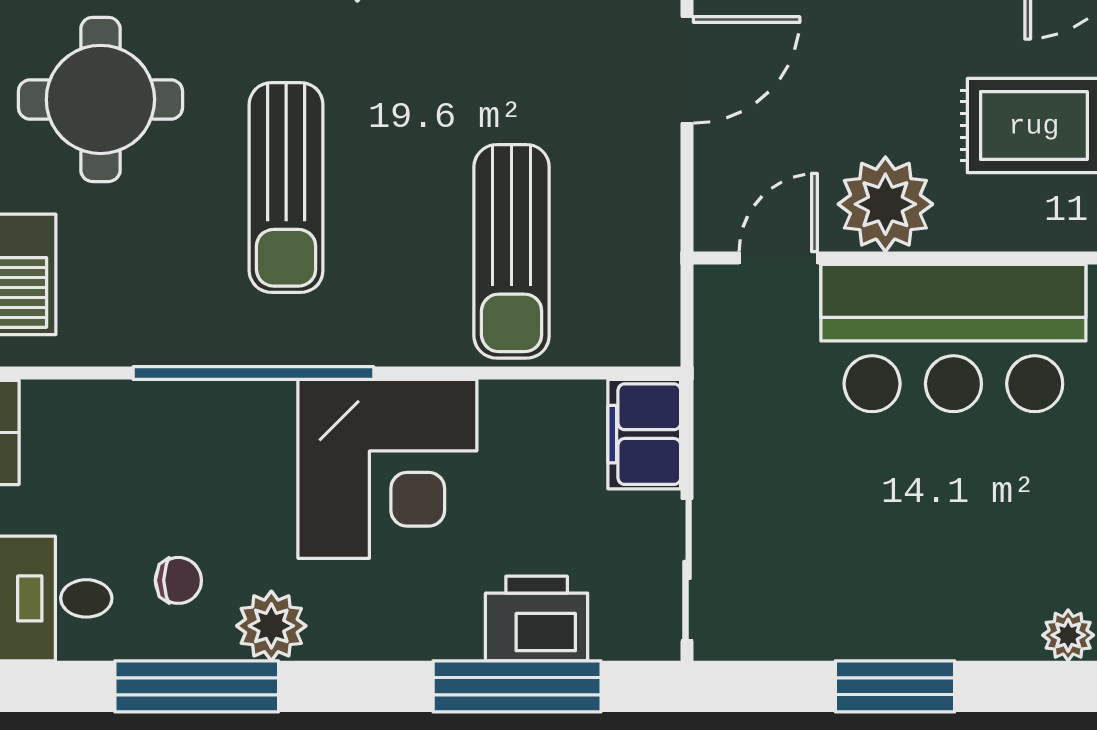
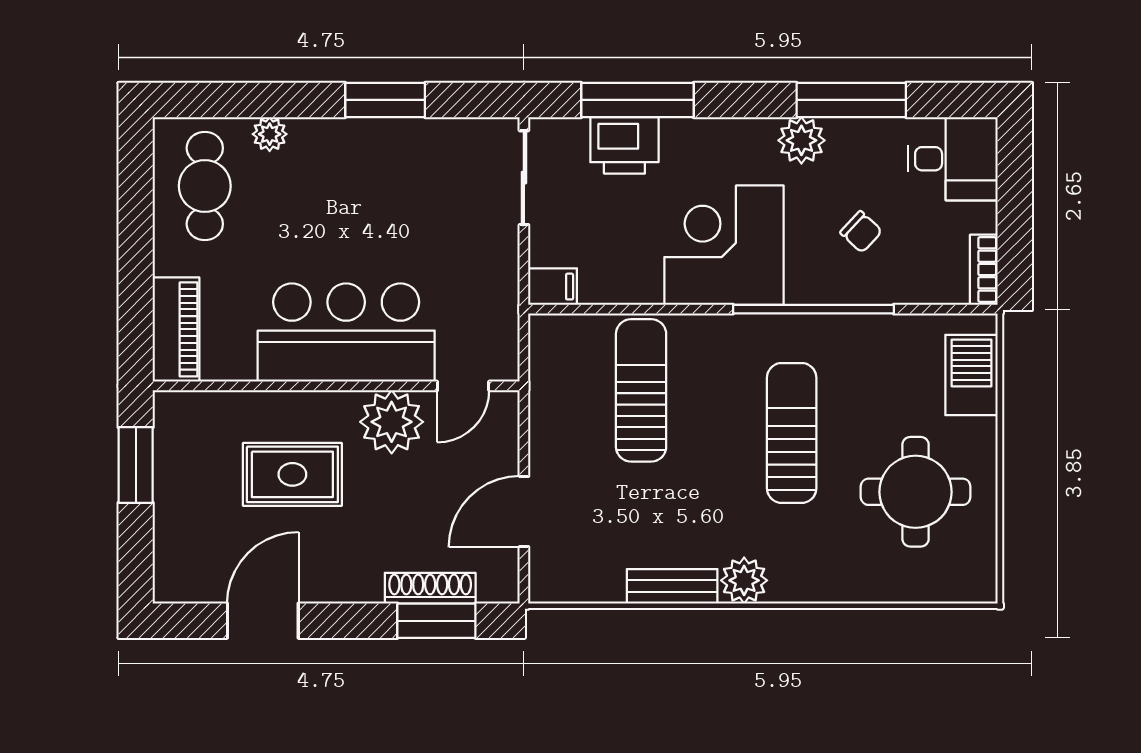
filing cabinet: (644, 434) -> (553, 287), width x0.50
chair: (178, 580) -> (861, 232), moved, turned -137

